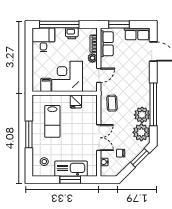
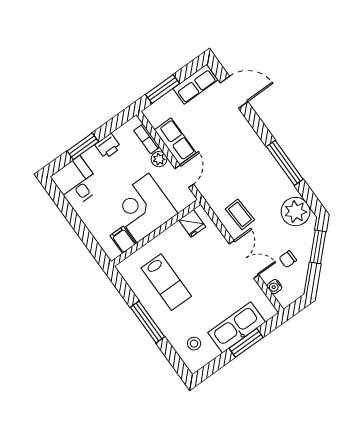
window: (59, 25) -> (83, 146), width x0.47
row of seats: (107, 44) -> (175, 141), moved
fridge: (76, 102) -> (192, 223), moved
coffee table: (112, 103) -> (240, 214), moved
window: (153, 104) -> (285, 163), width x0.68
plant: (142, 115) -> (280, 187), removed

